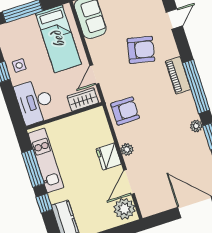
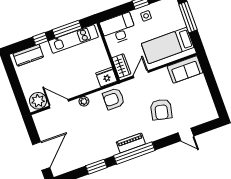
door: (94, 75) -> (141, 74), hinge flipped
piano: (178, 75) -> (131, 143), moved
armchair: (125, 111) -> (114, 99), turned 90
plant: (196, 126) -> (104, 154), removed
fridge: (109, 157) -> (106, 77), moved

